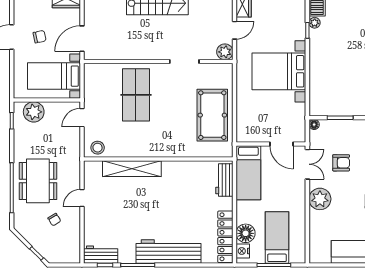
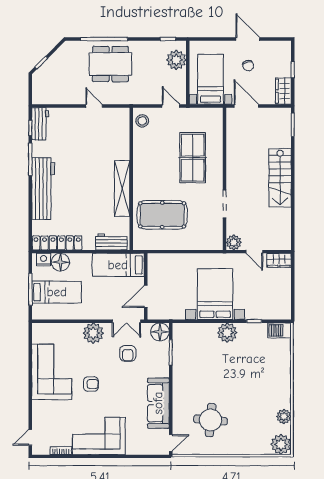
plant: (315, 23) -> (227, 333), moved, width x1.88, depth x1.88
table tennis table: (136, 95) -> (193, 158), turned 90
pool table: (212, 115) -> (162, 215), moved
floor lamp: (314, 125) -> (160, 332), width x1.89, depth x1.89
shelving: (132, 169) -> (122, 189), moved
chair: (54, 220) -> (74, 80), removed

